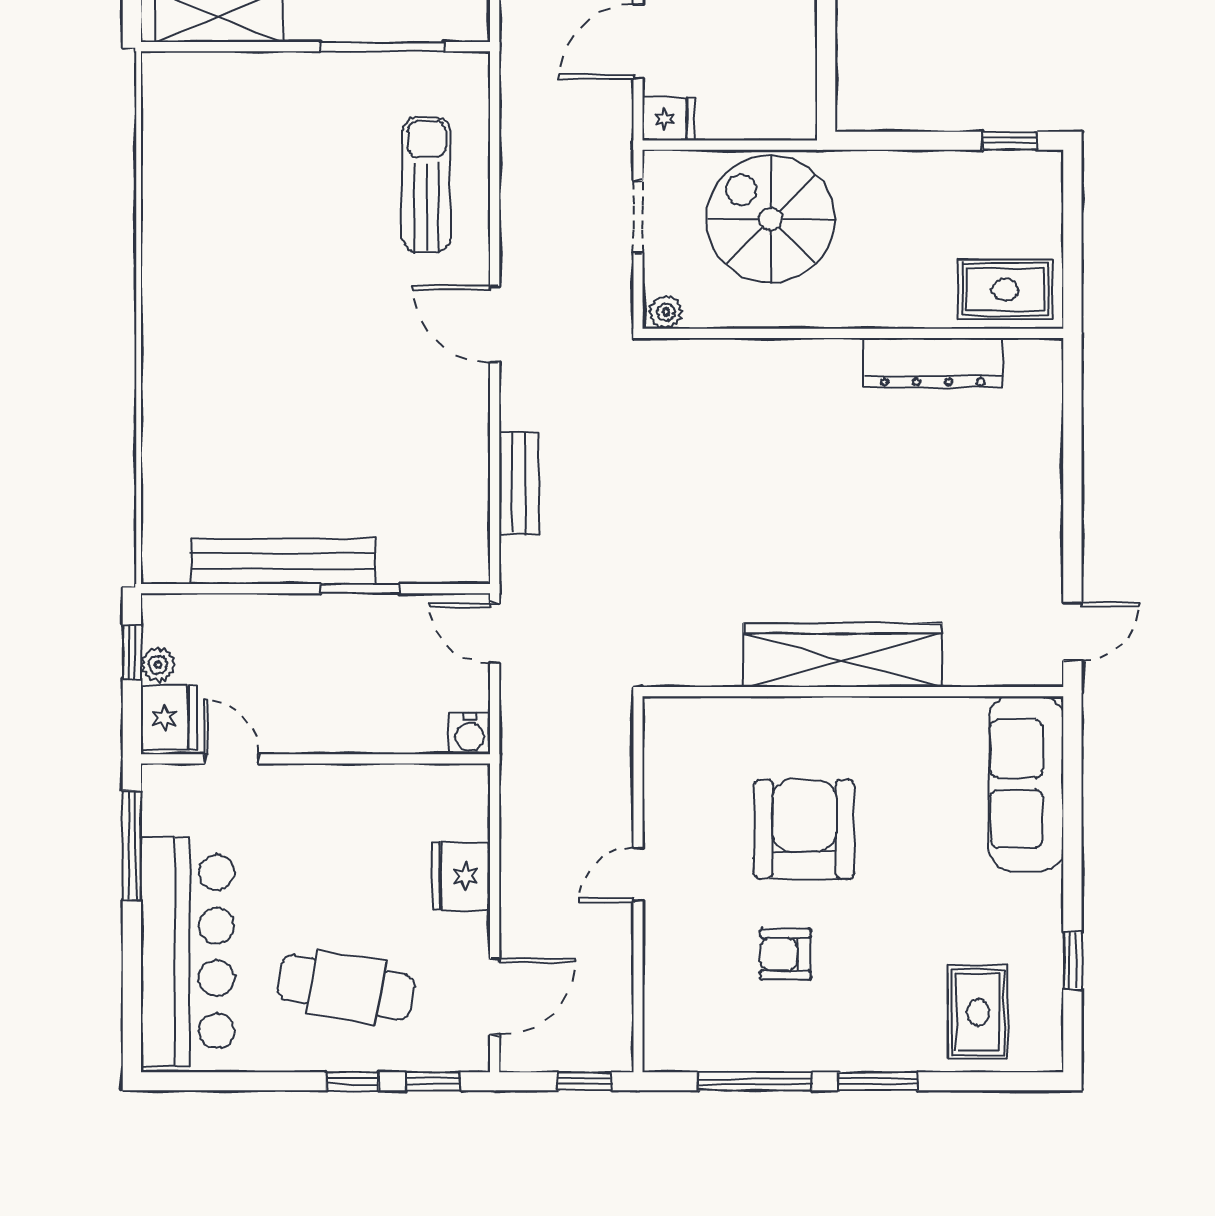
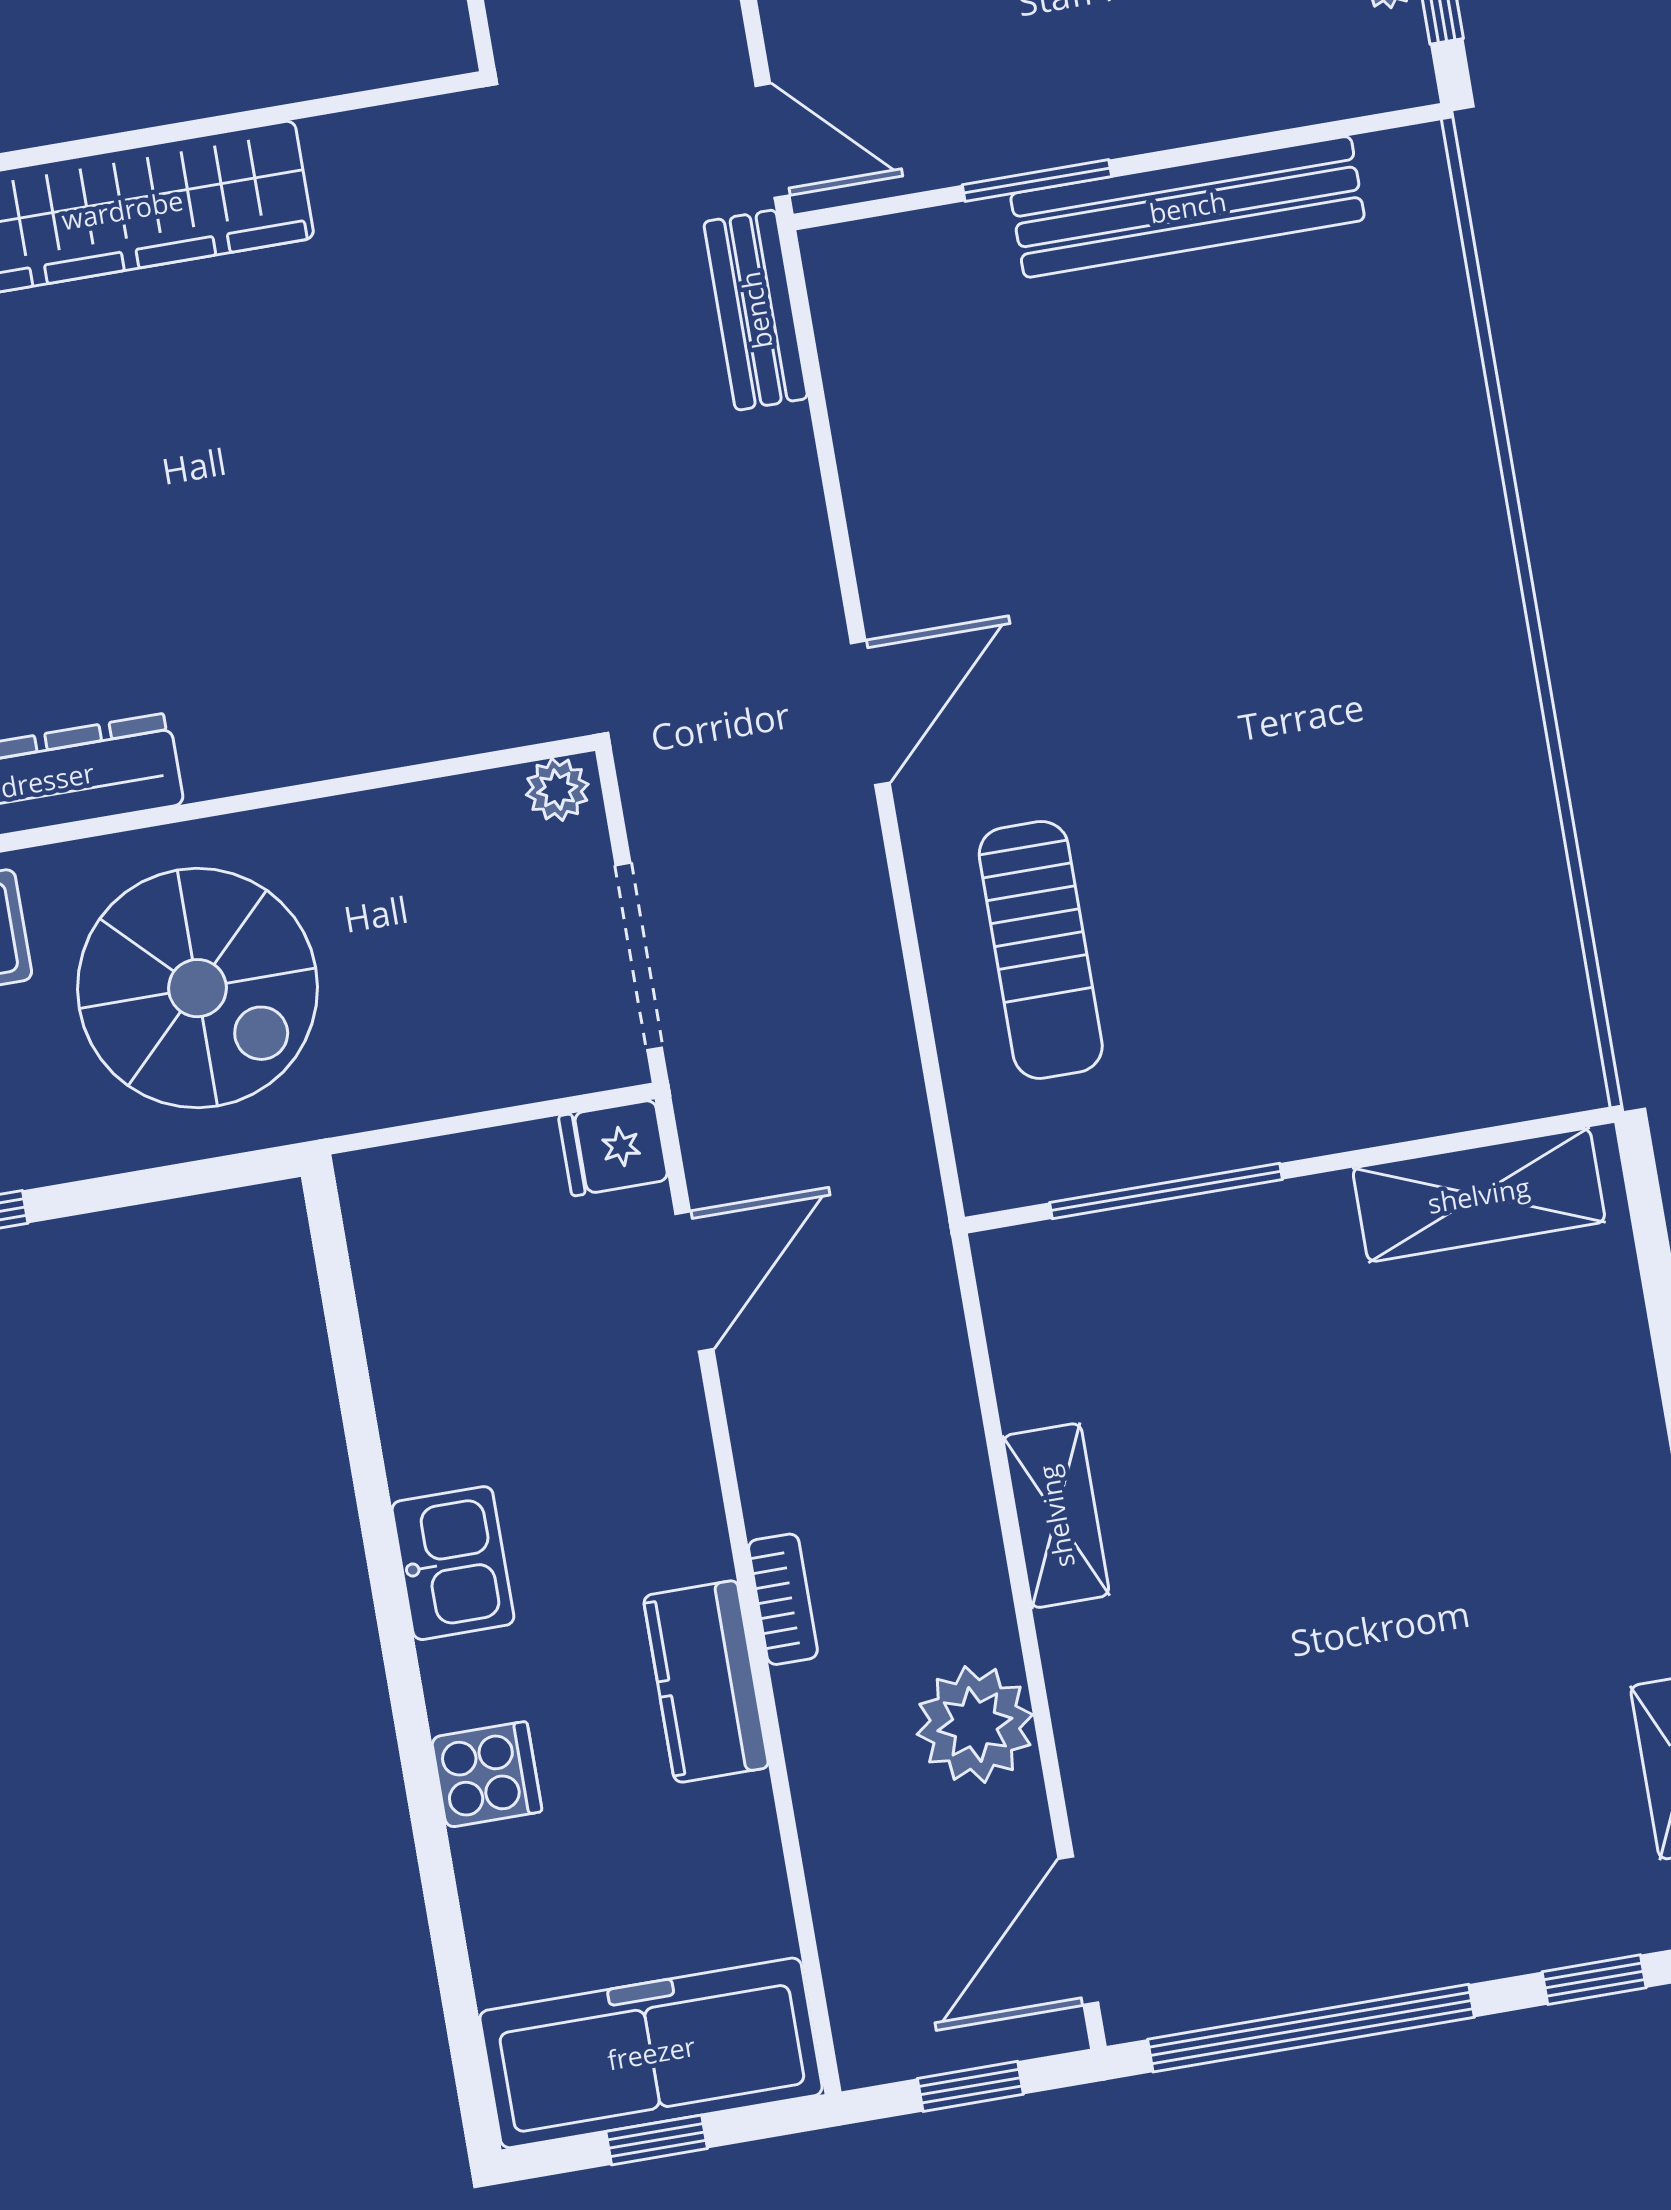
doorway: (638, 217) -> (639, 957), width x1.38
spiral stairs: (771, 219) -> (197, 988), moved
door: (495, 324) -> (870, 713), hinge flipped
bench: (519, 483) -> (756, 310), moved

